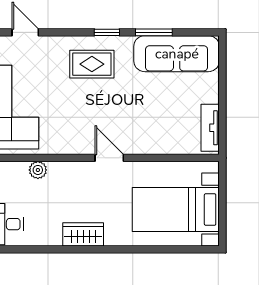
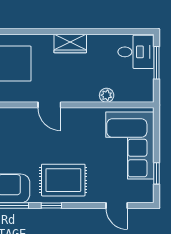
rug: (92, 64) -> (63, 180), width x1.36, depth x1.43

